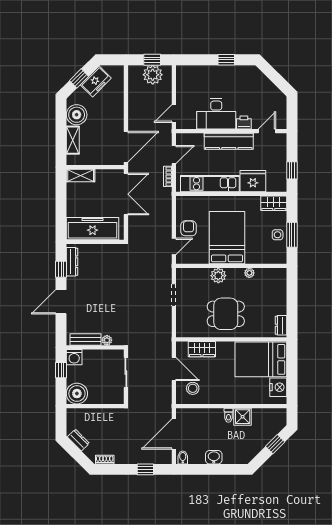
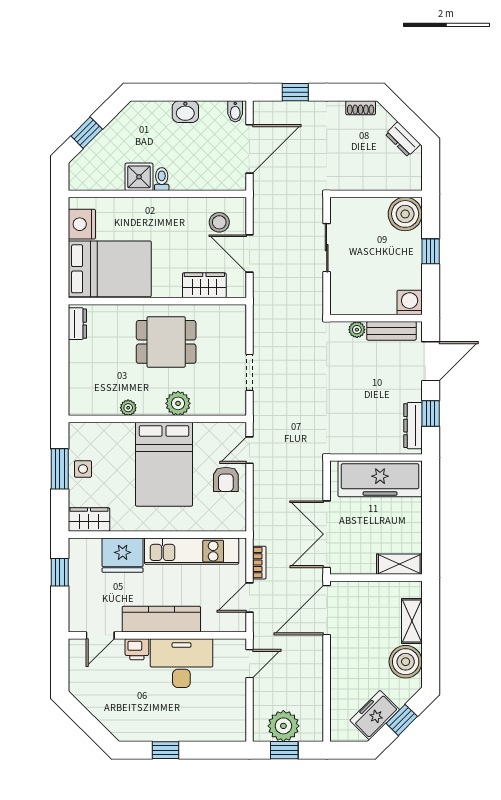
bench: (85, 339) -> (391, 331), moved
plant: (107, 340) -> (357, 330), moved
wall: (95, 347) -> (376, 318), moved
washing machine: (74, 357) -> (410, 303), moved

